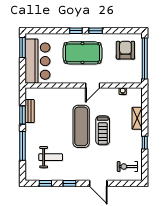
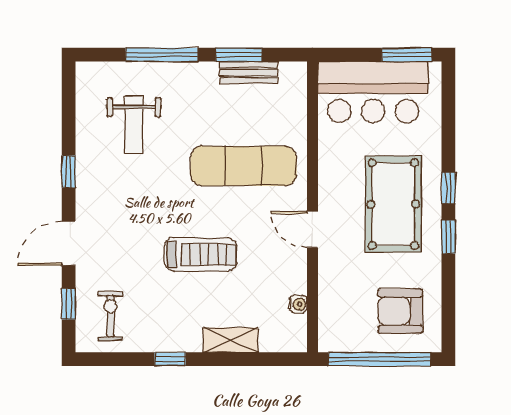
armchair: (125, 50) -> (400, 311), turned 180
exercise mat: (81, 126) -> (244, 166), moved
treadmill: (103, 130) -> (201, 254), turned 180
window: (45, 183) -> (69, 304), moved

